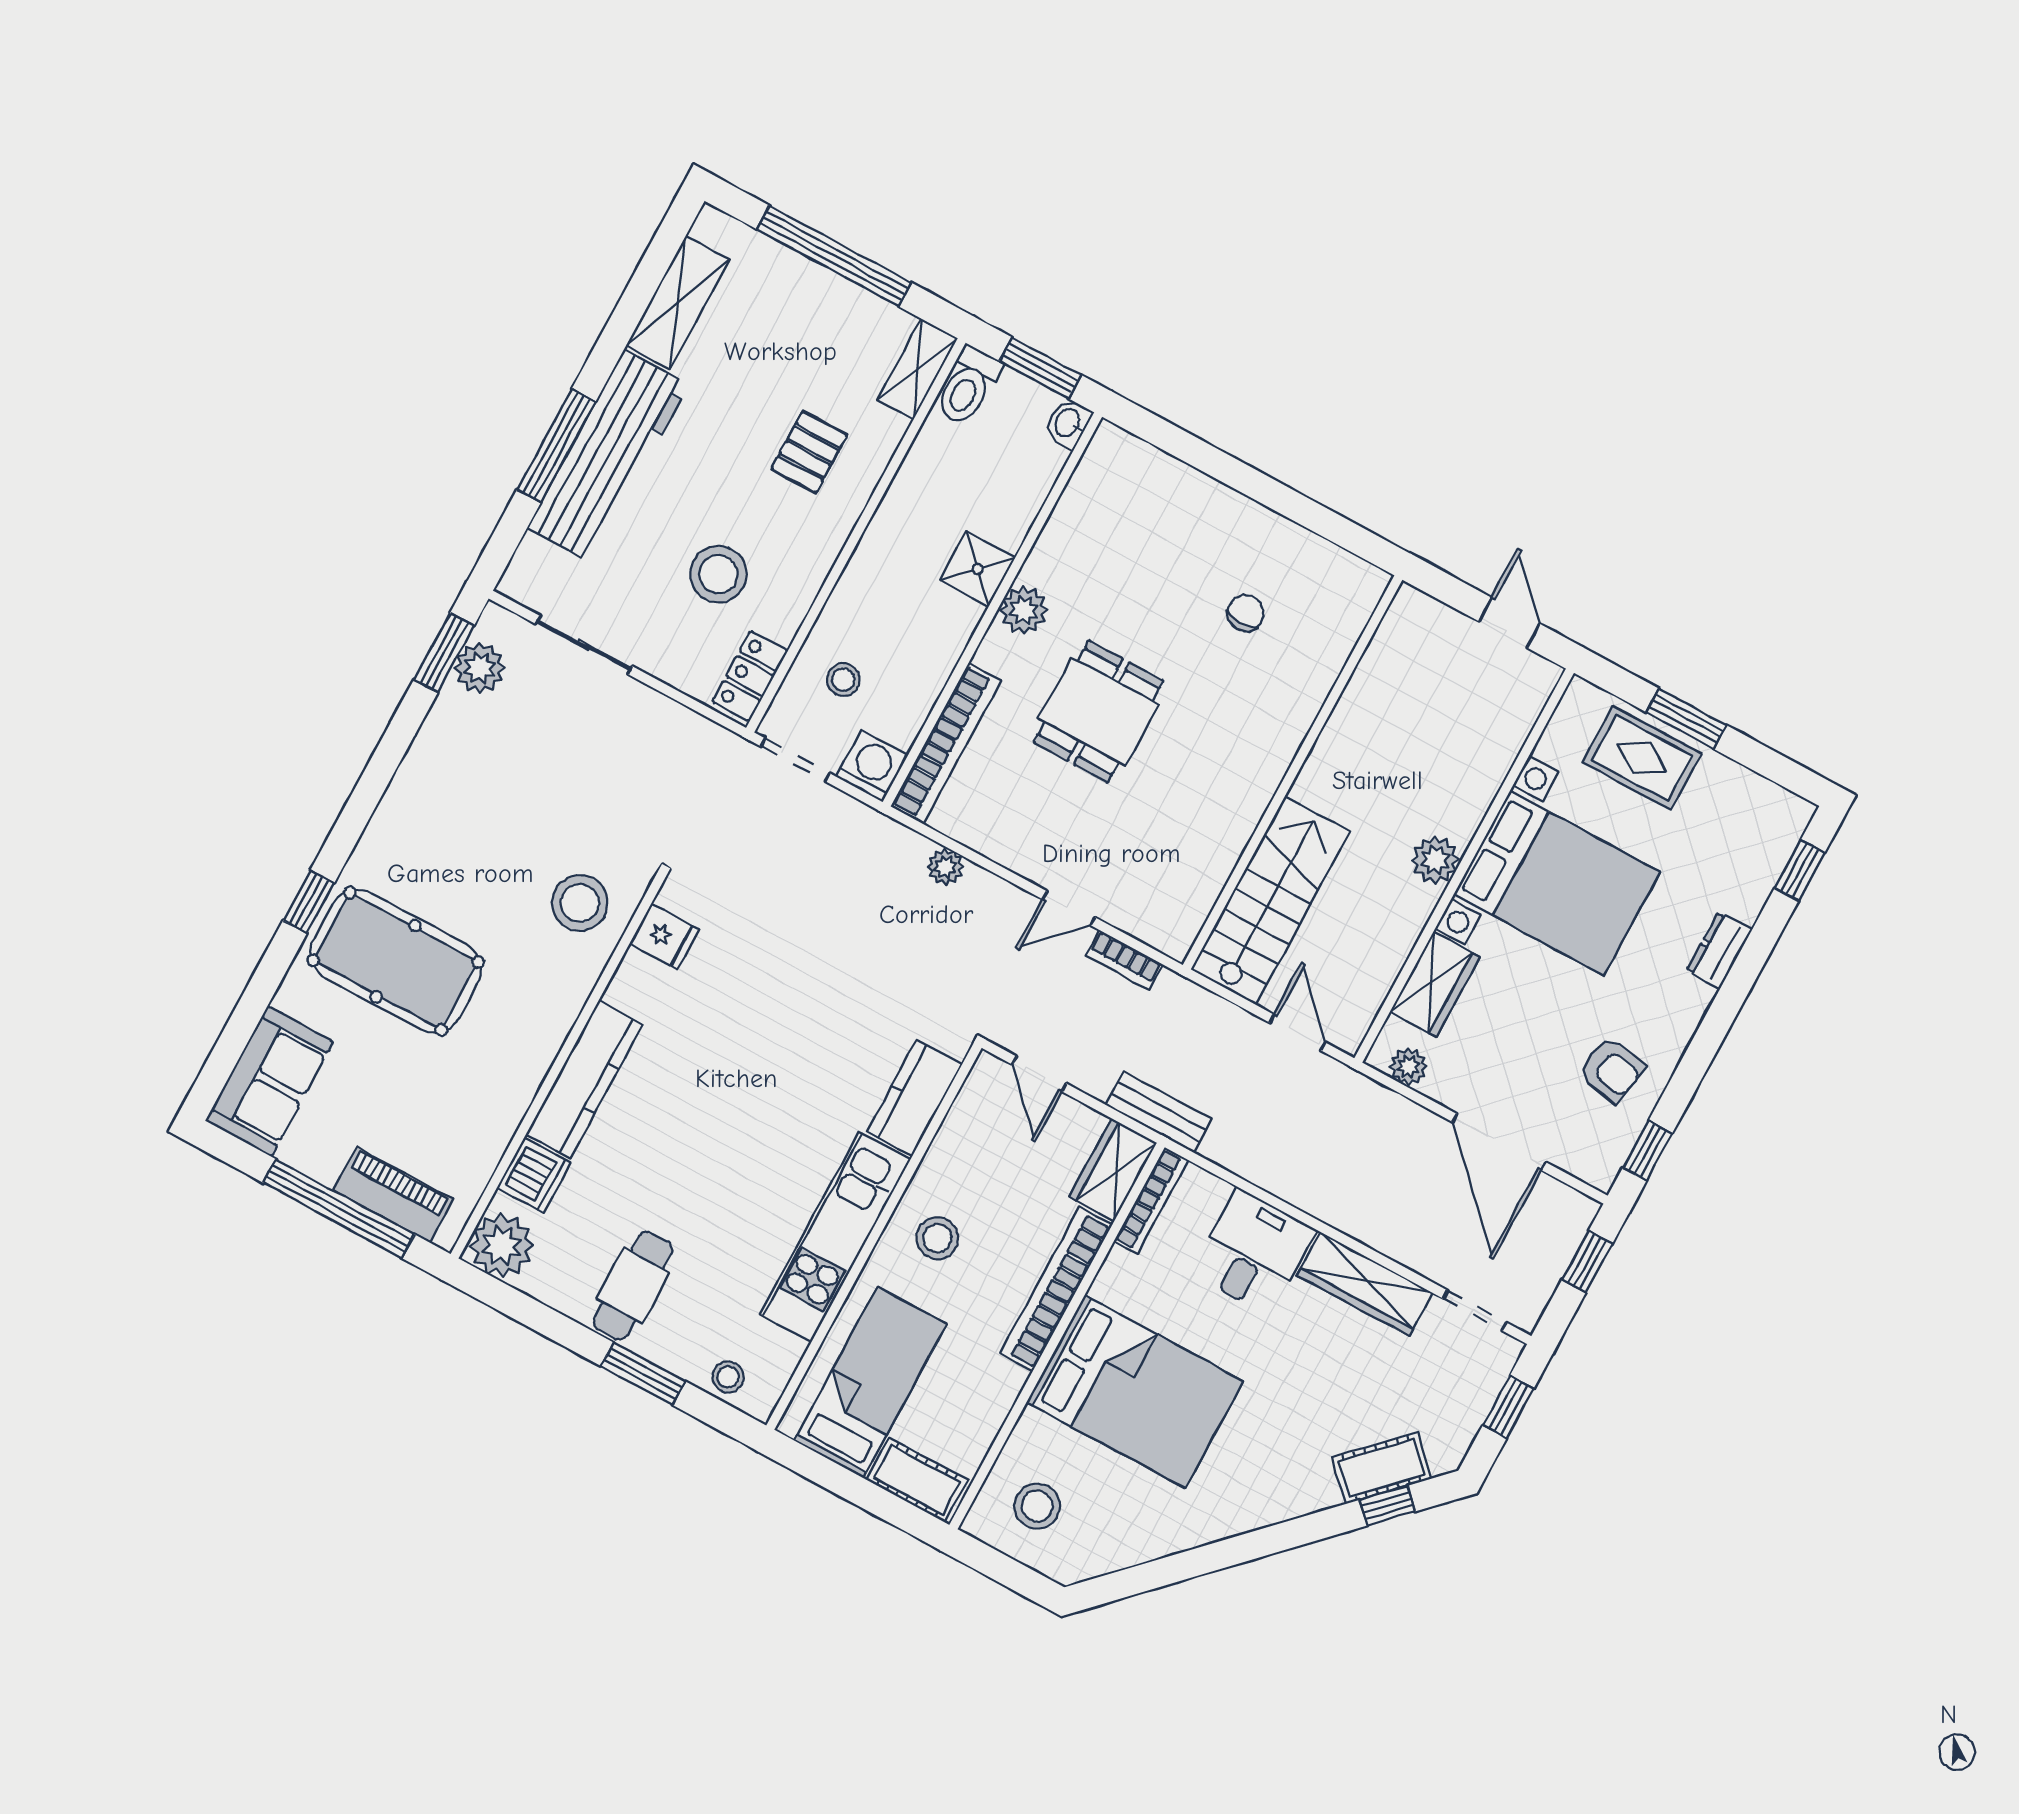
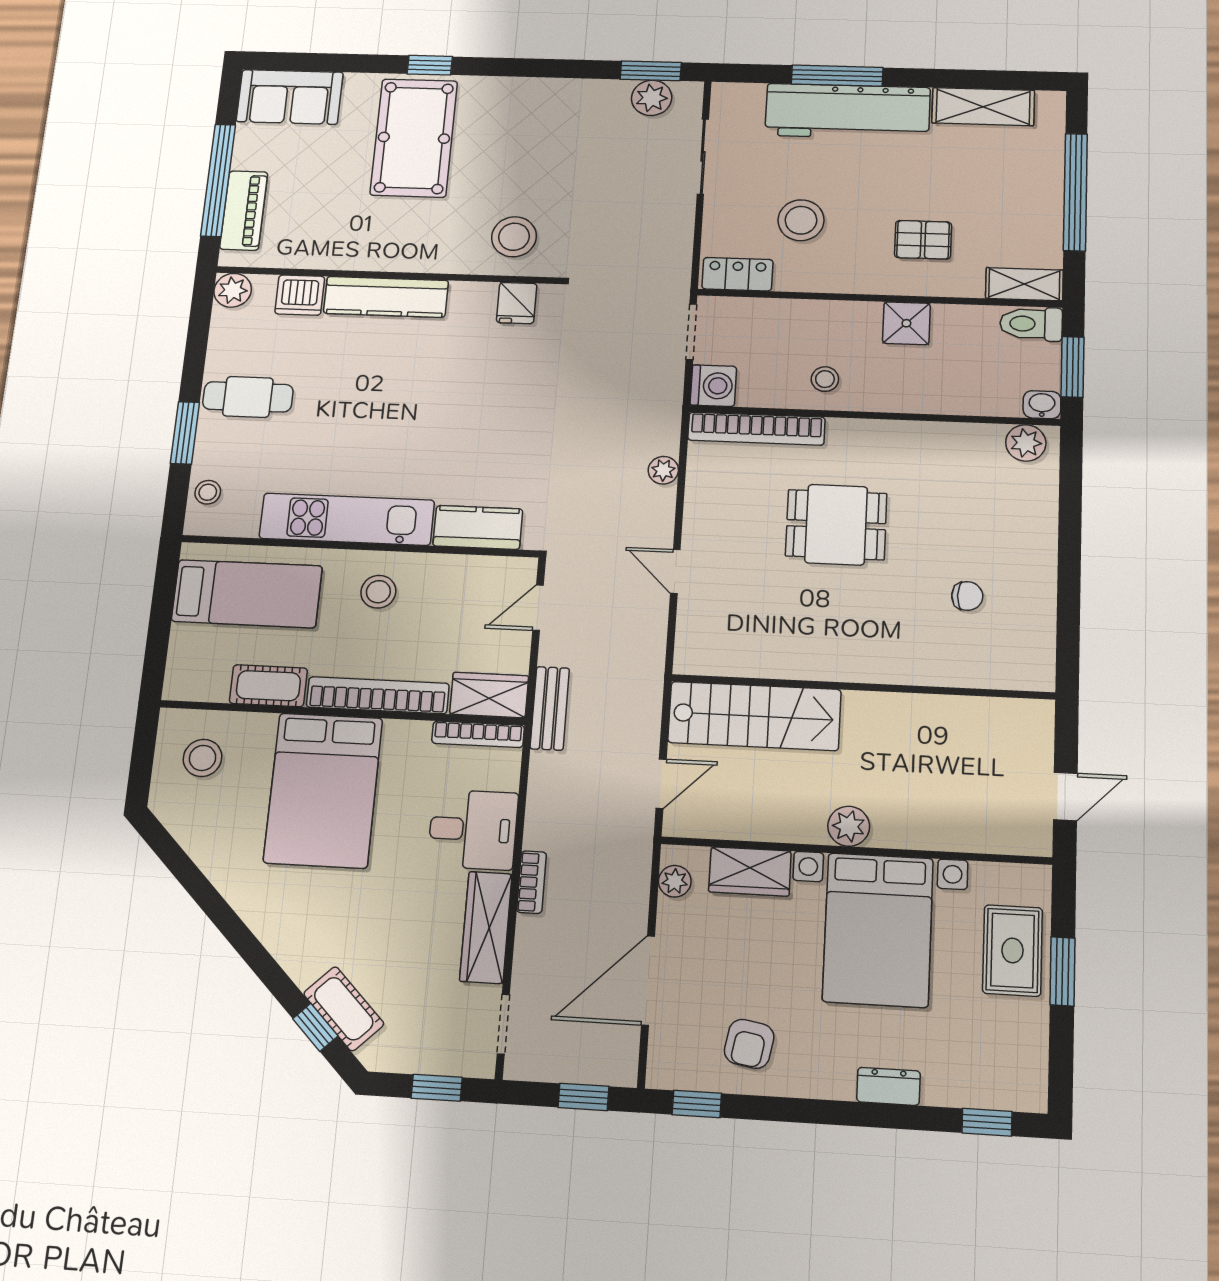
shower: (978, 569) -> (906, 323), moved
plant: (1024, 610) -> (1026, 443), moved
stool: (843, 680) -> (825, 379), moved
bookcase: (1124, 960) -> (531, 882), moved, turned 180
plant: (502, 1245) -> (233, 290), width x0.73, depth x0.73
cot: (917, 1480) -> (268, 686), moved, turned 90

